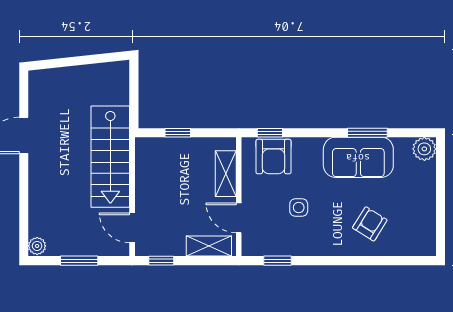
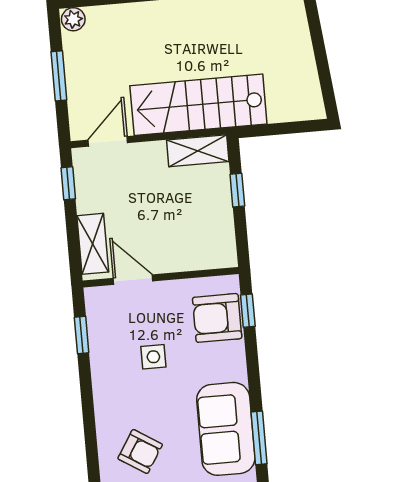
shelving: (226, 174) -> (198, 151), moved
door: (239, 218) -> (133, 280), hinge flipped

